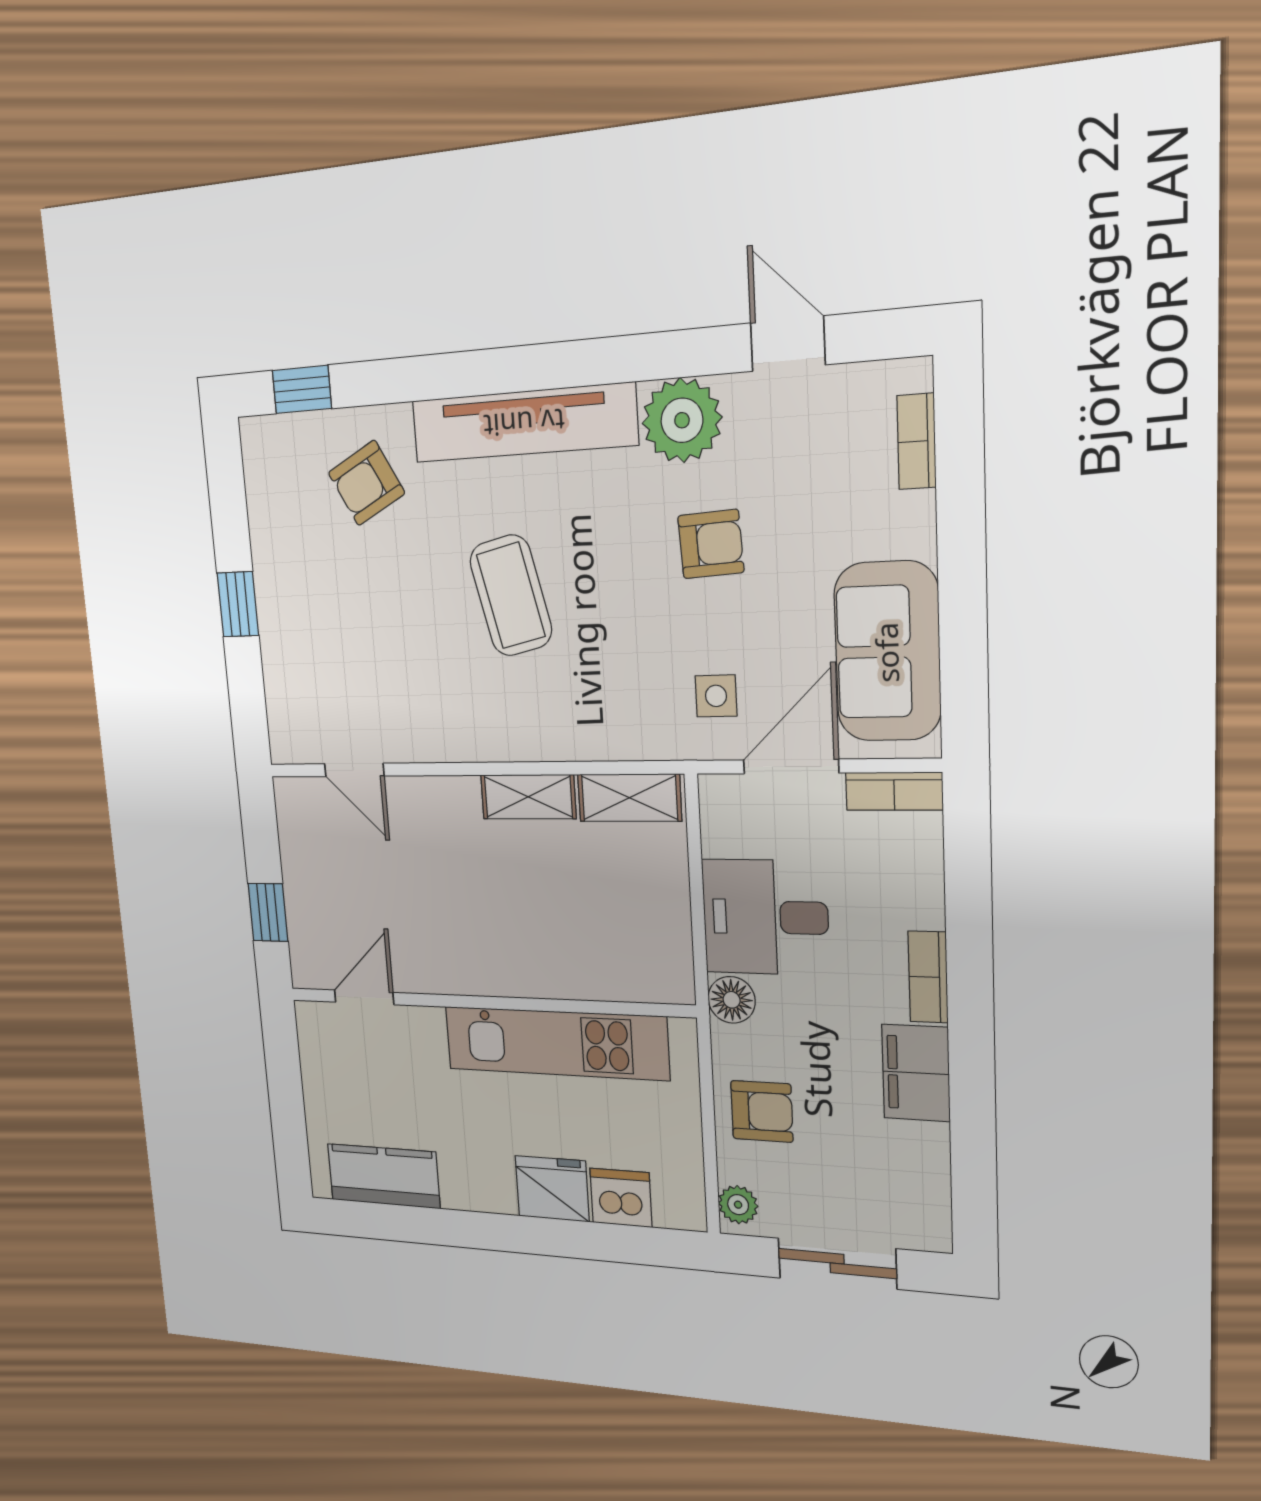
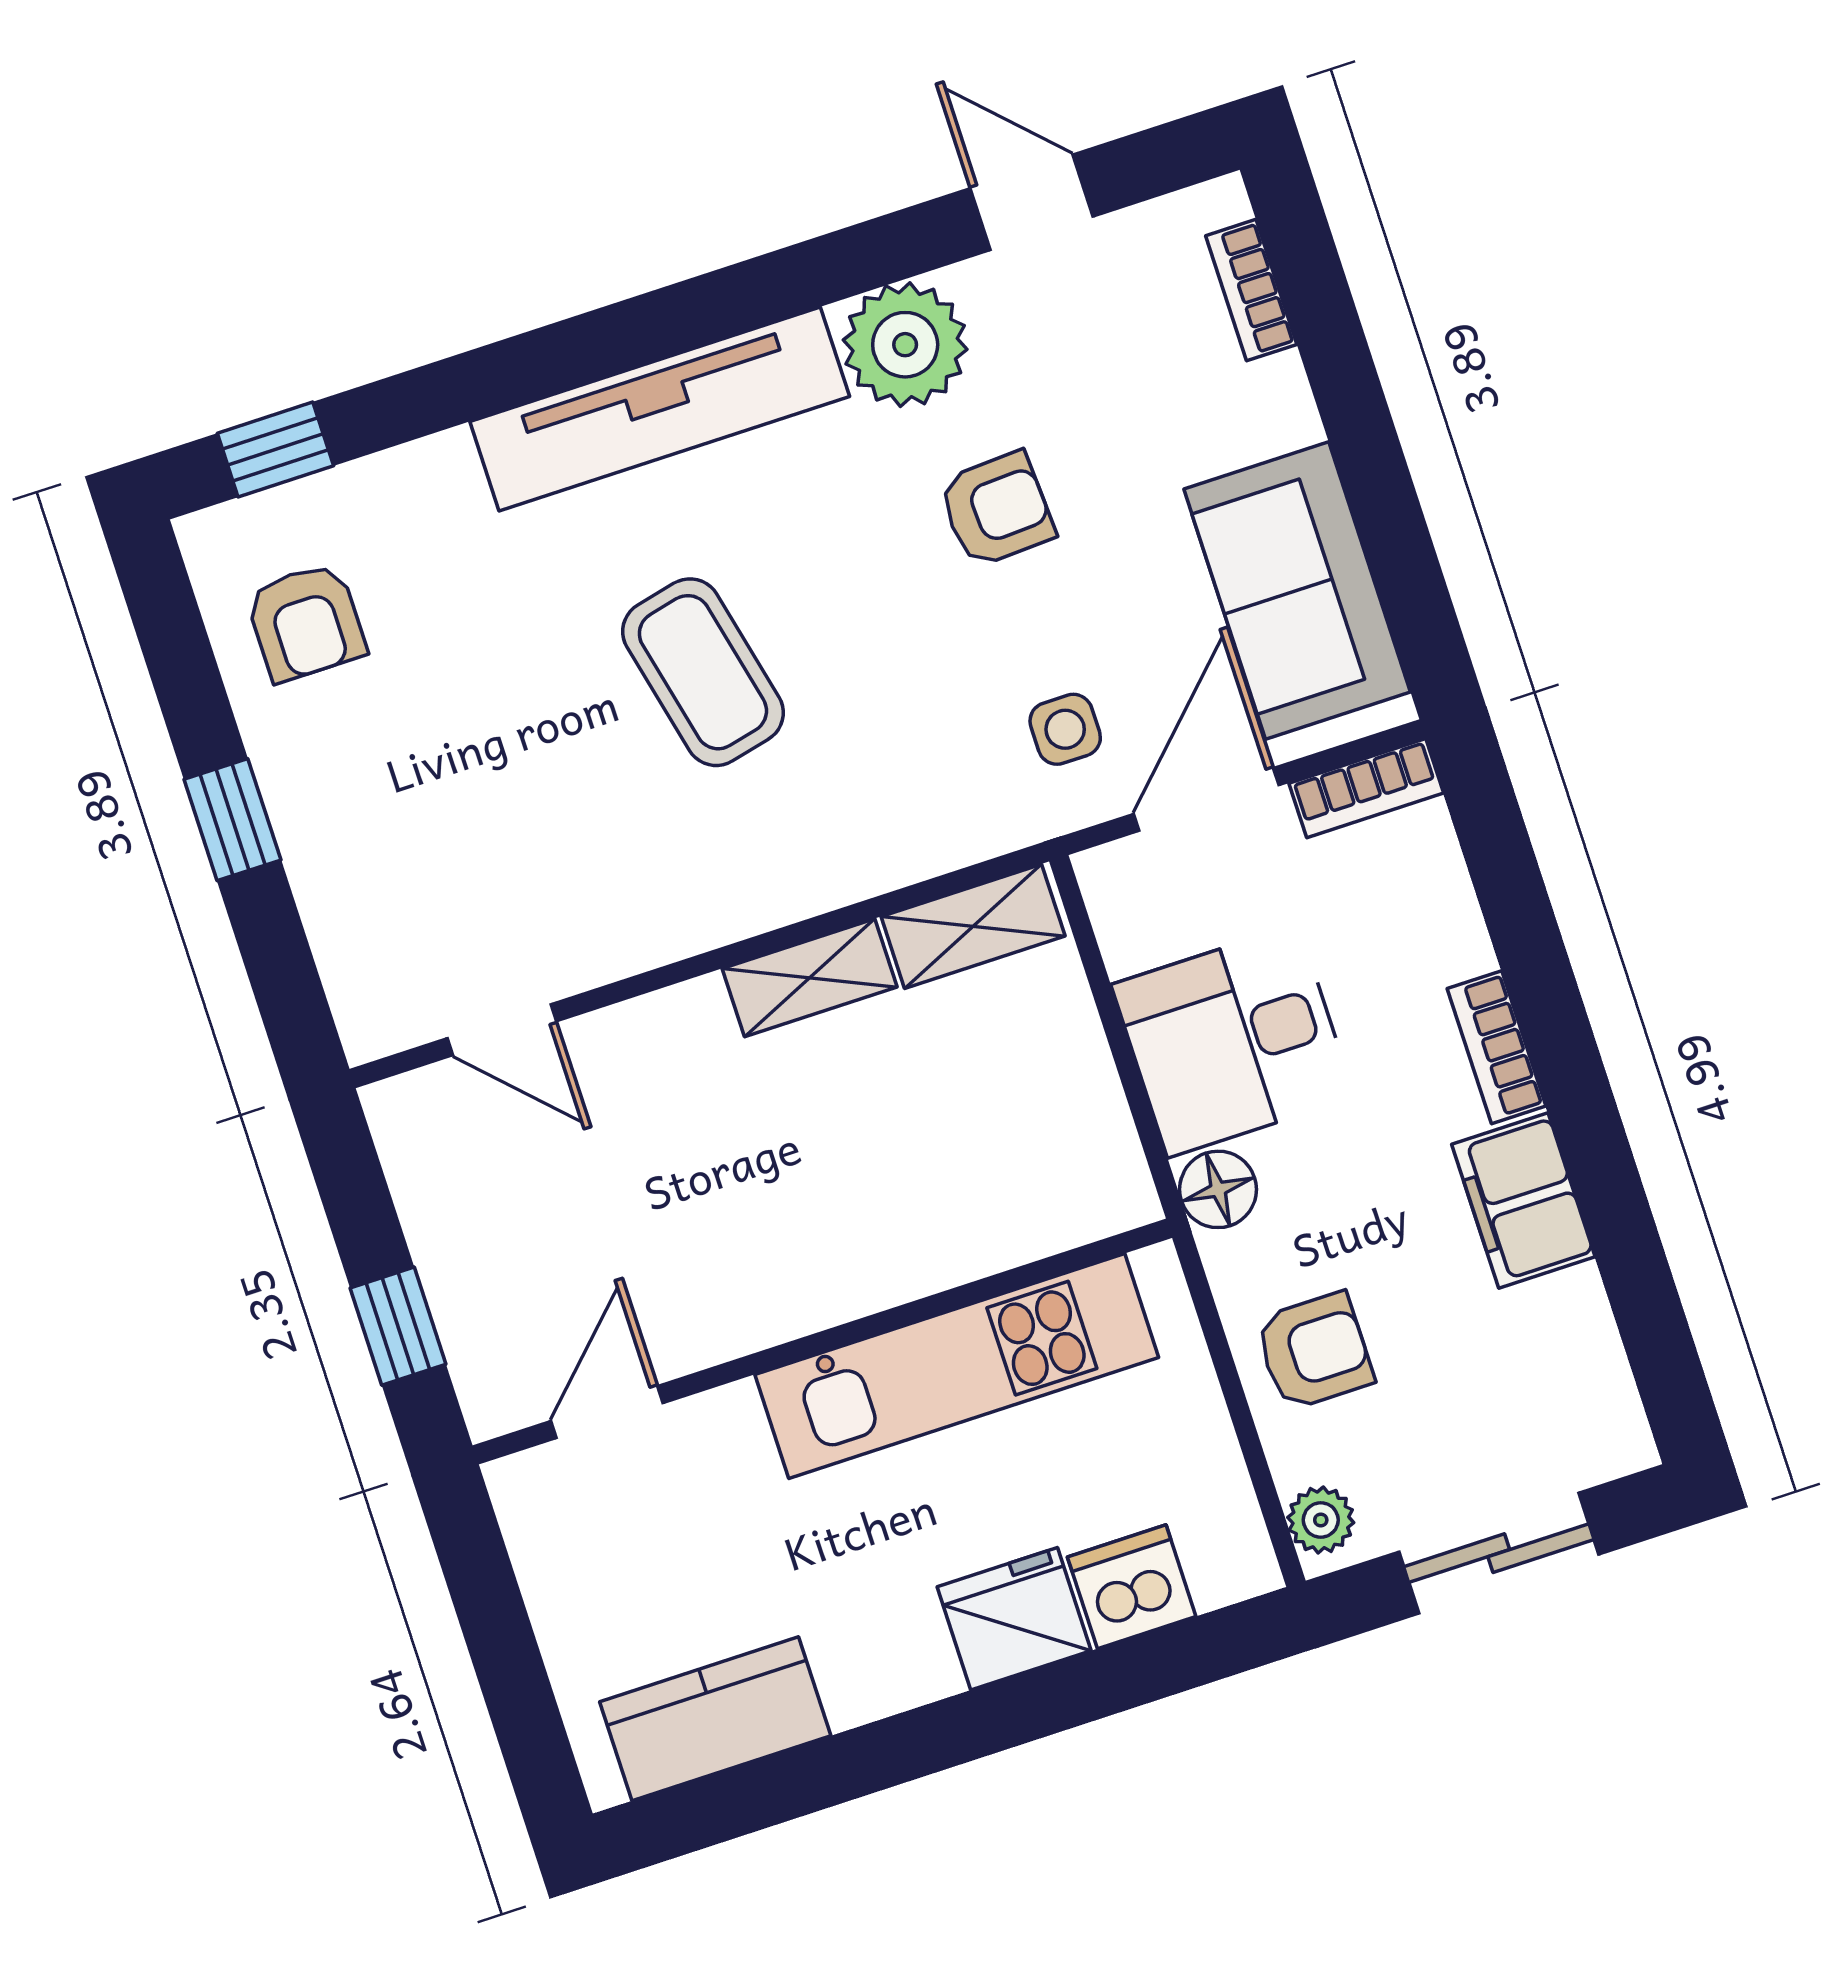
armchair: (366, 483) -> (306, 622), moved, turned -62

